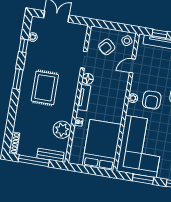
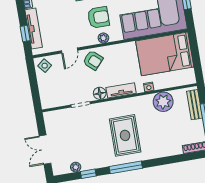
armchair: (107, 47) -> (93, 60), moved
door: (132, 66) -> (69, 51), hinge flipped
window: (18, 79) -> (126, 167), width x1.44
rug: (45, 88) -> (125, 135), turned 90

